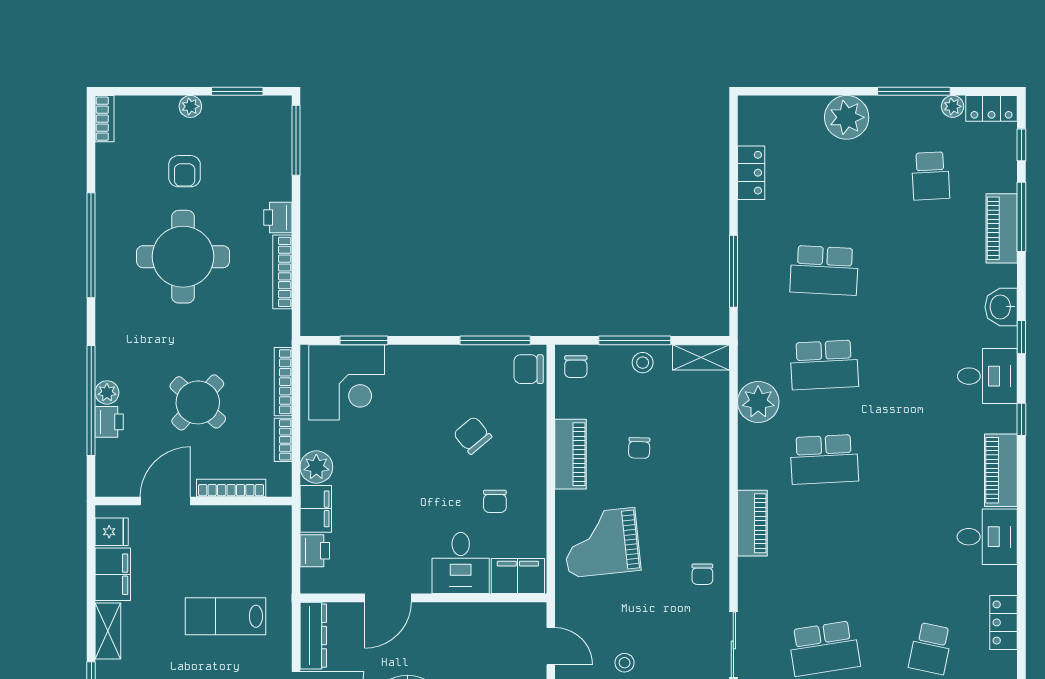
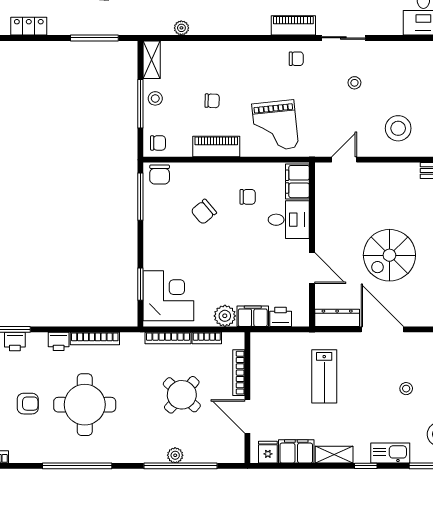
plant: (758, 402) -> (181, 28), width x0.53, depth x0.53
printer: (109, 422) -> (15, 342), moved, turned 180
piano: (752, 523) -> (293, 25), moved
stool: (625, 663) -> (354, 83), moved

